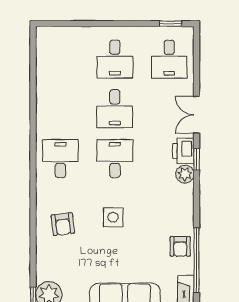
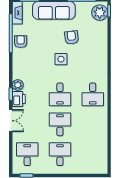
armchair: (63, 224) -> (72, 37), moved

